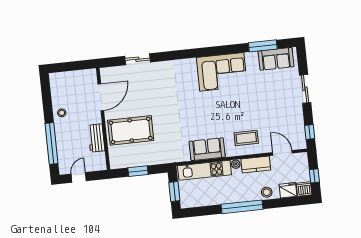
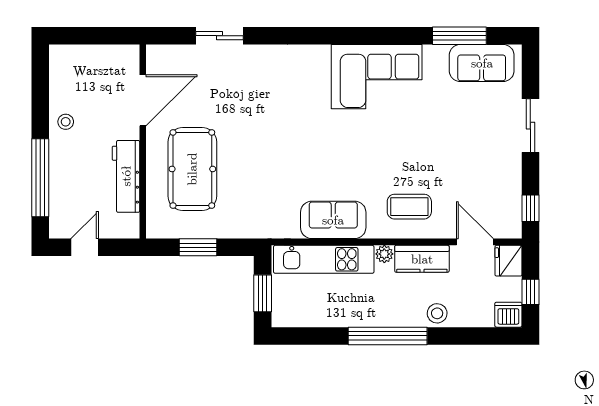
pool table: (131, 130) -> (192, 169), turned 90
workbench: (96, 138) -> (126, 176), width x1.38
fridge: (288, 190) -> (508, 261), moved, turned -90

